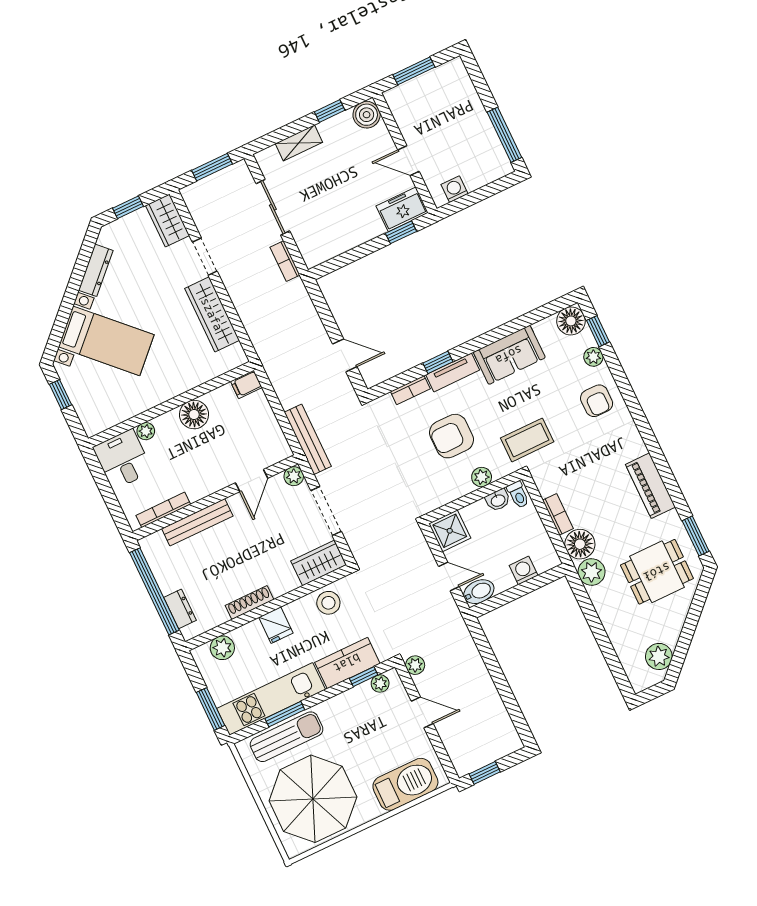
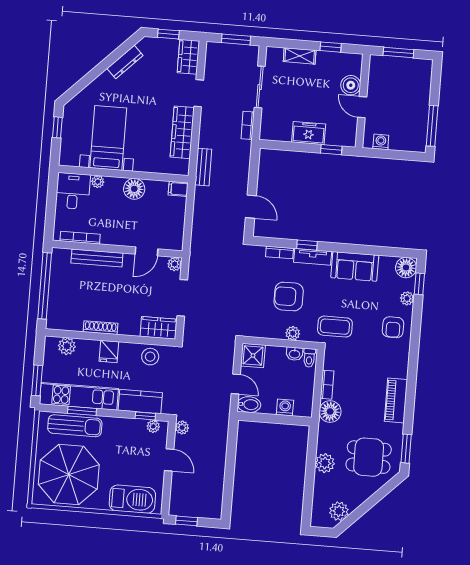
boiler: (367, 115) -> (351, 85), moved
freezer: (402, 209) -> (309, 133), moved
bed with nightstands: (106, 341) -> (108, 138), moved, turned -135
bench: (308, 439) -> (203, 167), moved, width x0.73
plant: (591, 572) -> (325, 463), moved
dresser: (180, 609) -> (54, 306), removed

